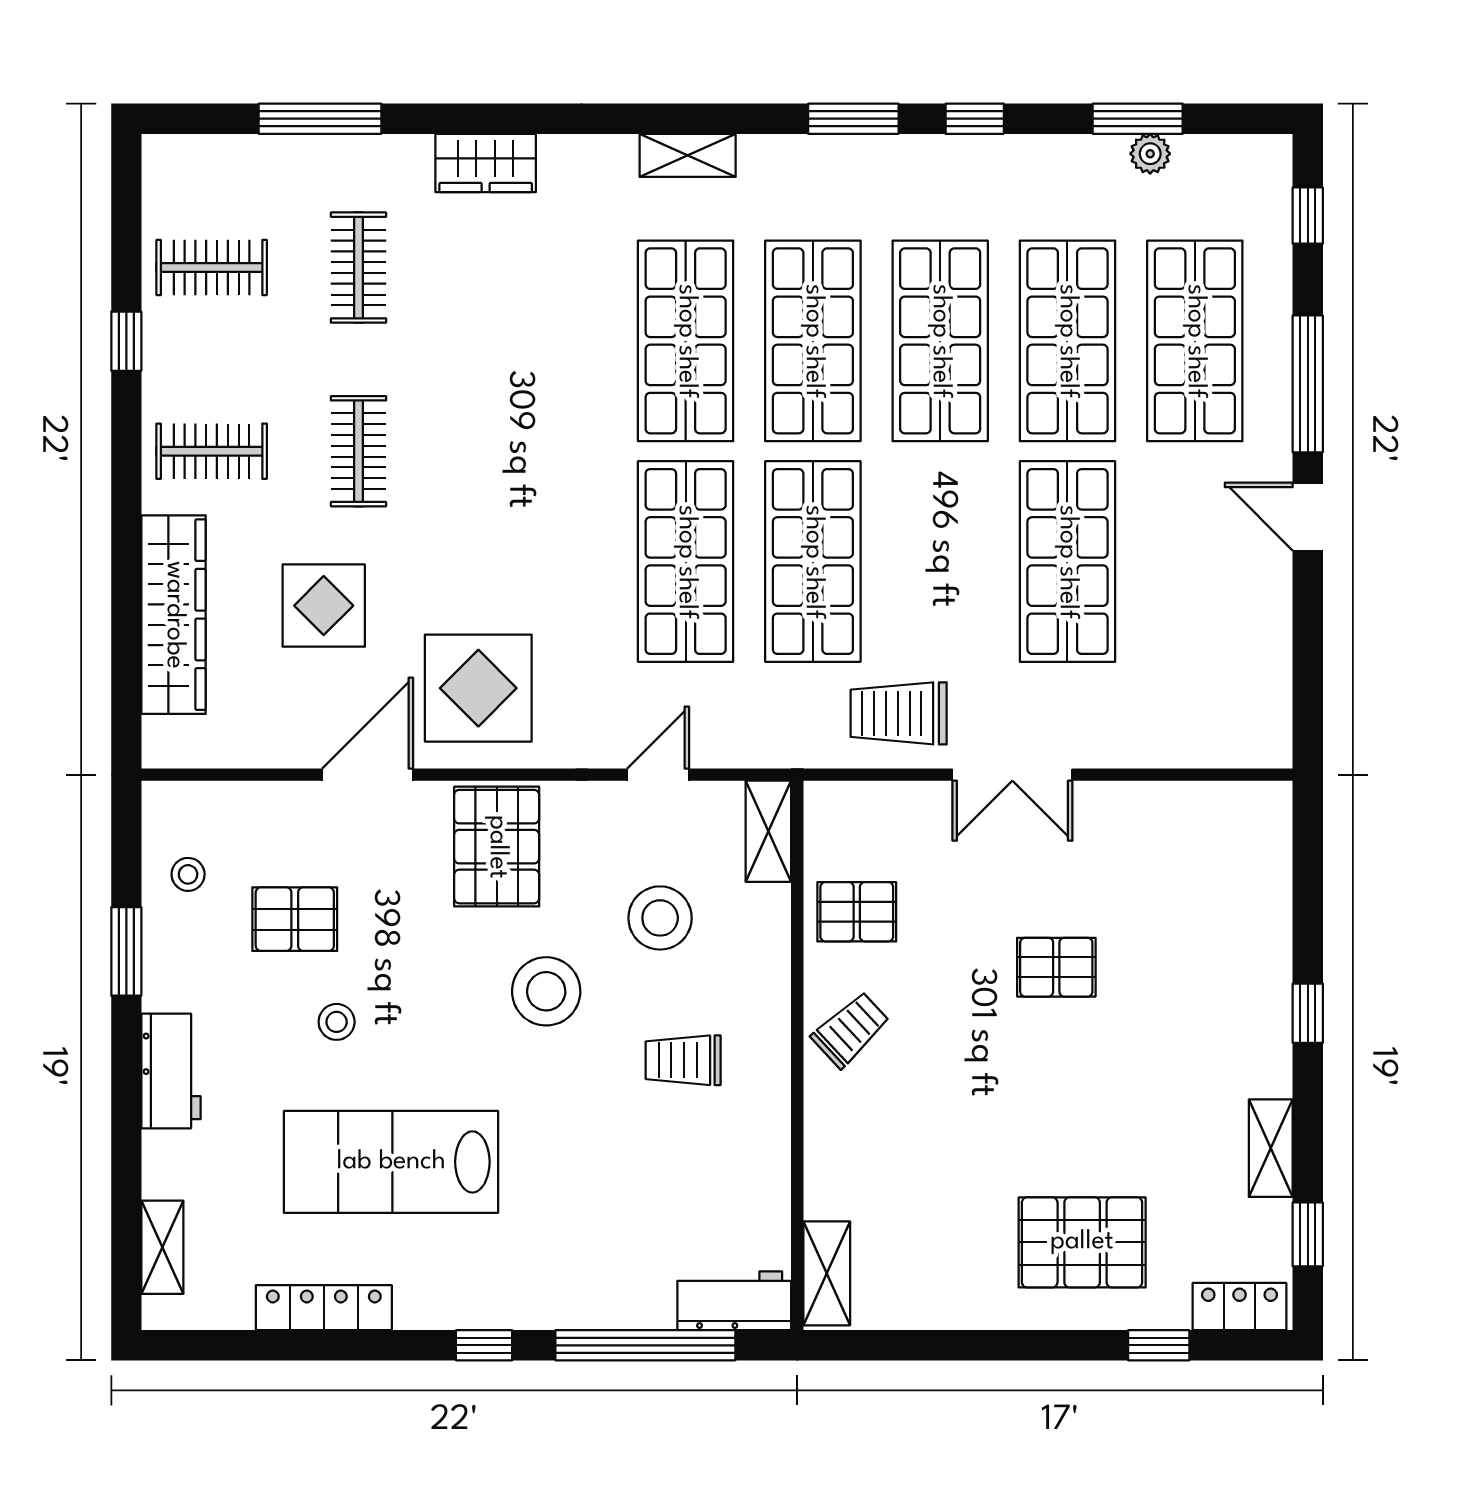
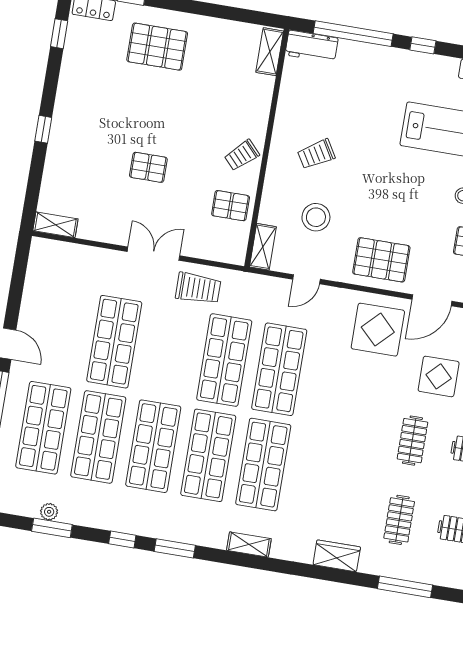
pallet: (497, 847) -> (381, 260), turned 90
stool: (546, 991) -> (370, 194), removed
trolley: (683, 1060) -> (316, 154), turned 149
shelving: (1271, 1148) -> (55, 225), moved, turned 90

